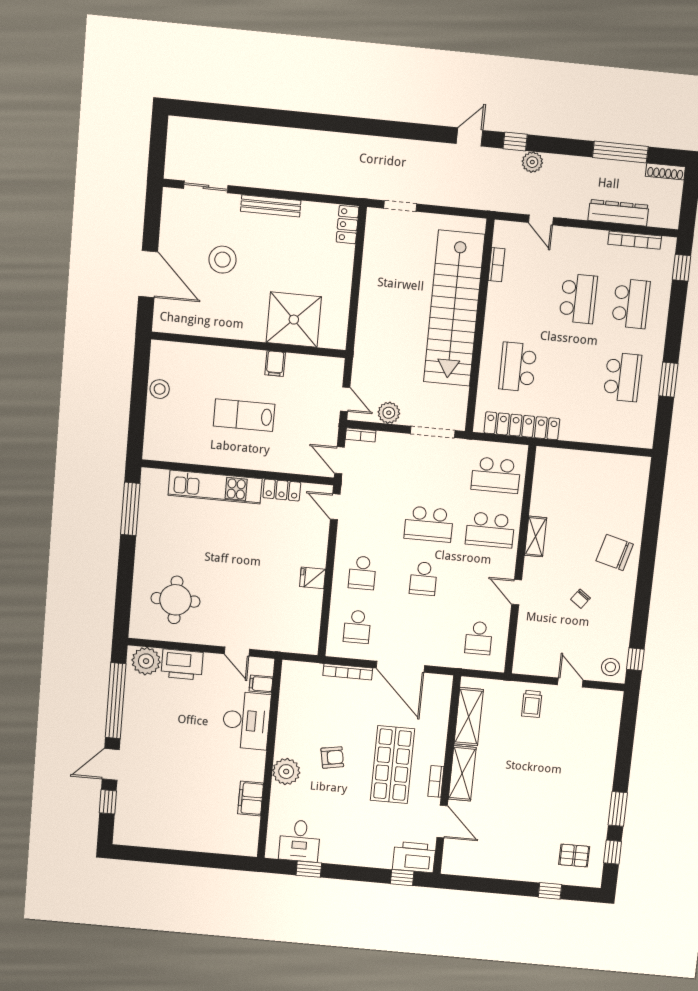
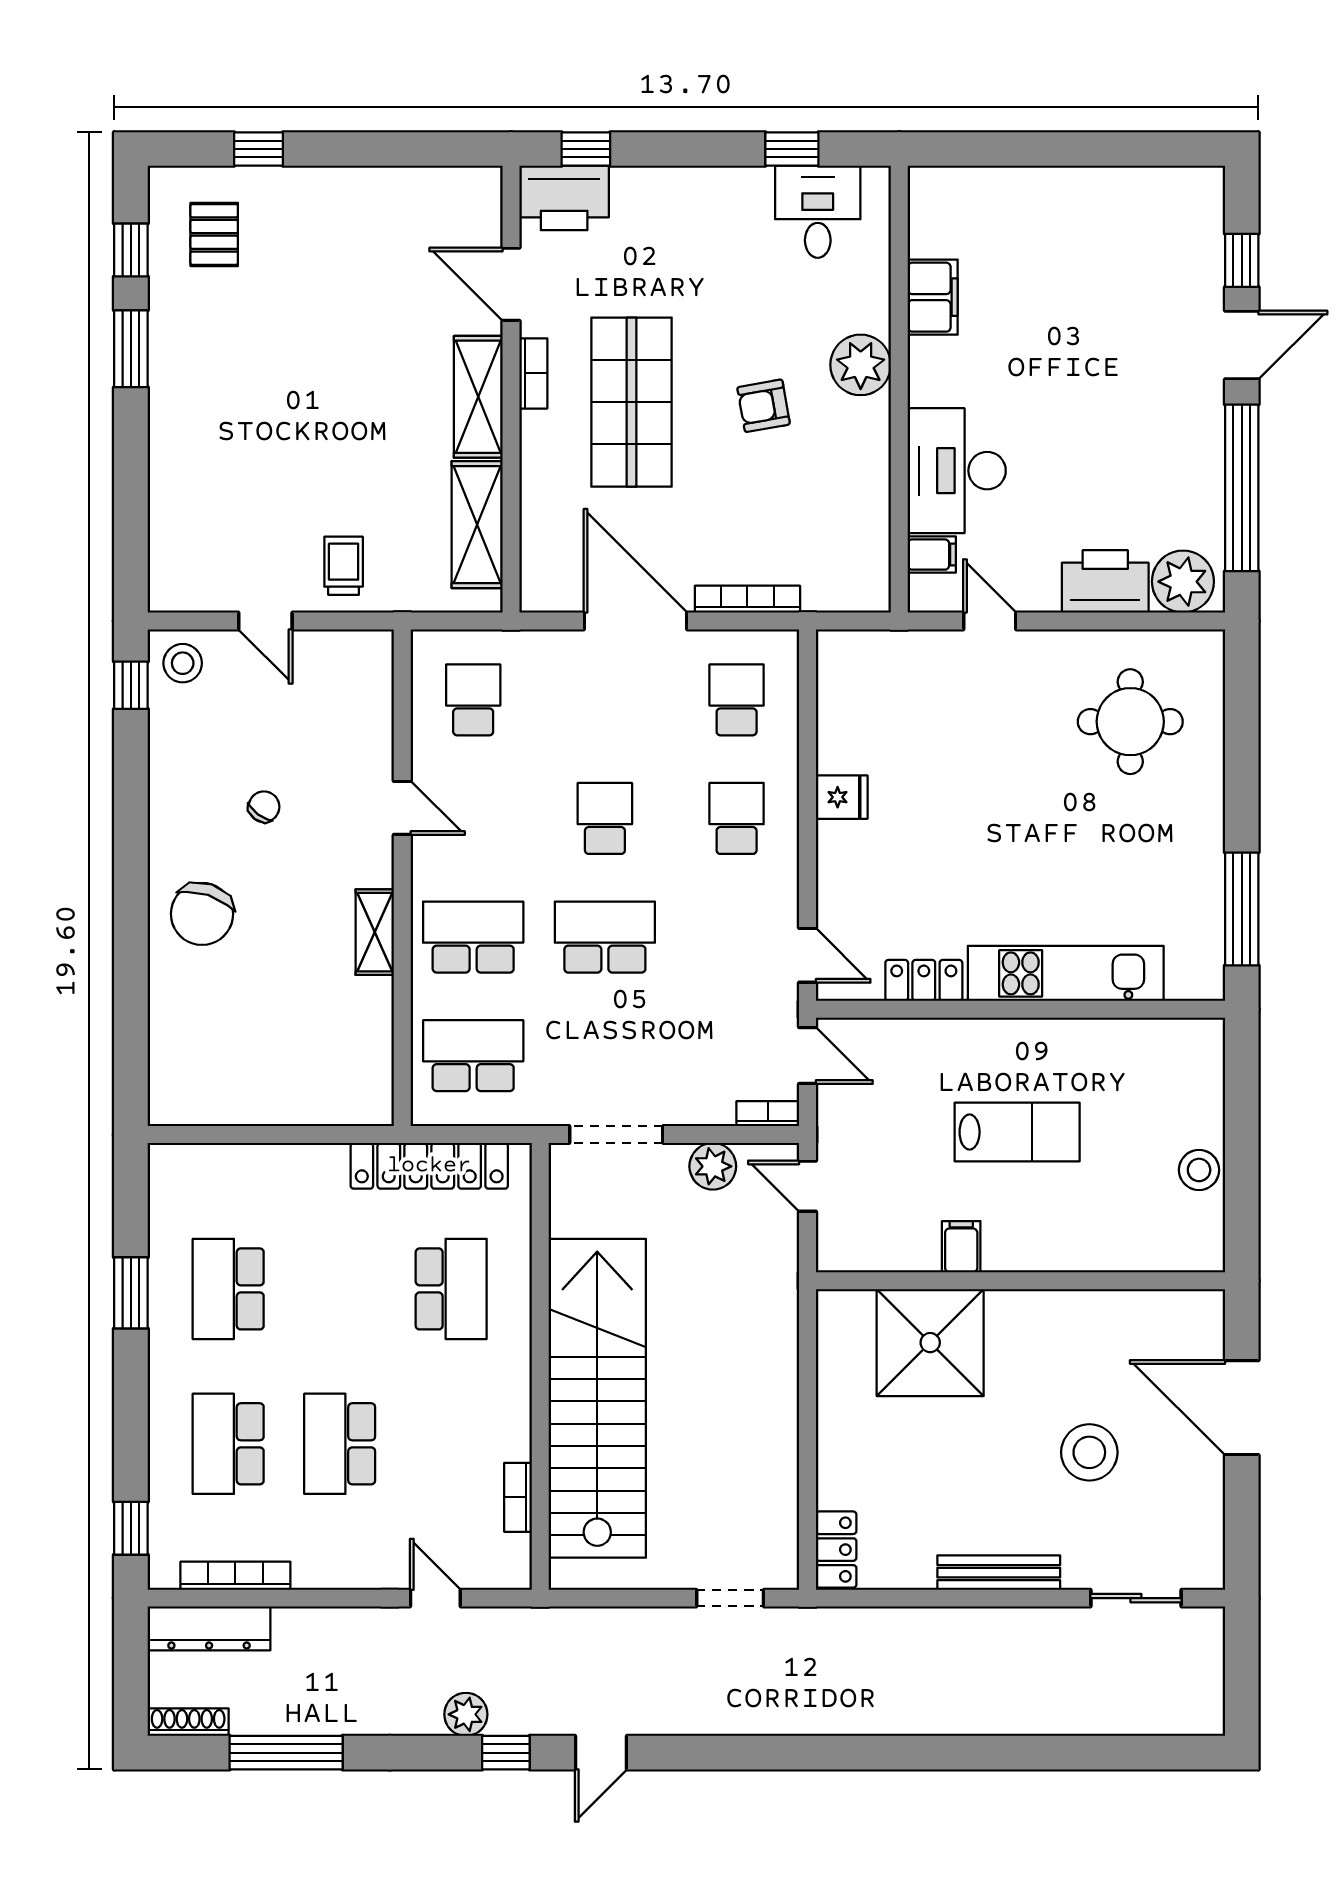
dresser: (618, 213) -> (209, 1628), moved
chair: (615, 552) -> (202, 914), turned 93
pallet: (574, 856) -> (214, 234), turned 90

